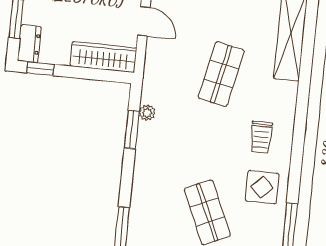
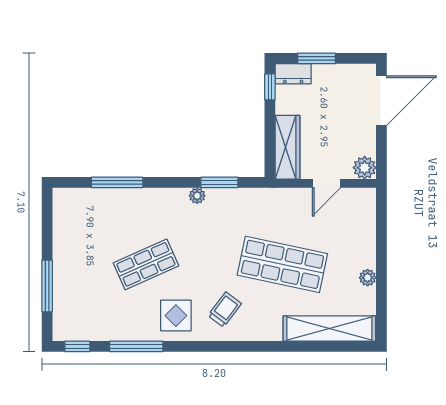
shop shelf: (221, 74) -> (282, 264), width x1.43, depth x1.36
plant: (147, 113) -> (197, 196), moved
trolley: (261, 137) -> (225, 310), turned 127

